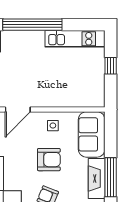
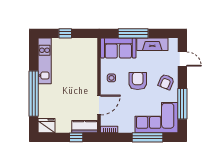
door: (18, 109) -> (99, 105), hinge flipped
window: (111, 177) -> (133, 33), moved

